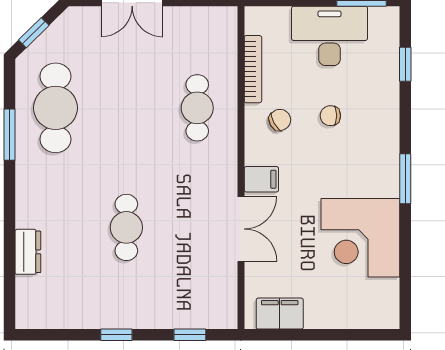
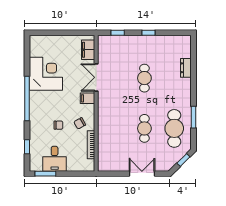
desk: (330, 36) -> (55, 159), width x0.73
cafe table: (197, 108) -> (144, 128), moved
window: (405, 179) -> (27, 99), width x2.11
filing cabinet: (280, 314) -> (88, 50), moved, turned 90

